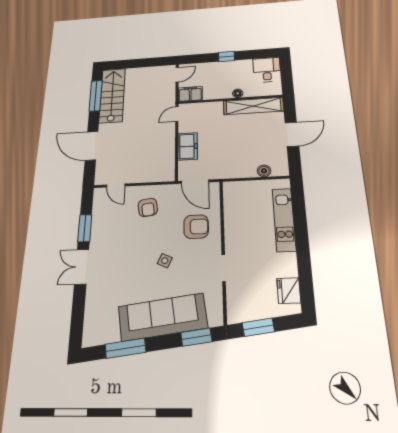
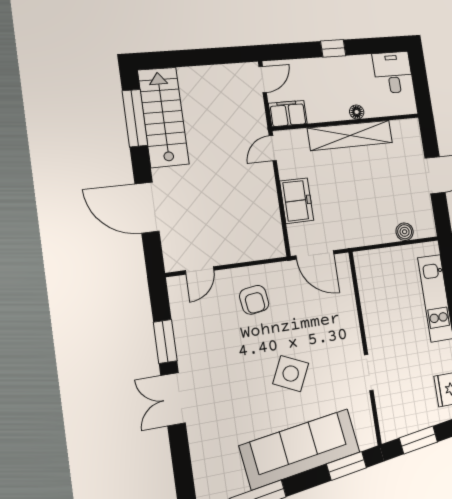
shelving: (253, 106) -> (350, 135), moved
door: (116, 186) -> (200, 270), hinge flipped
armchair: (196, 227) -> (326, 321), removed
side table: (165, 261) -> (291, 374), width x1.87, depth x1.87

